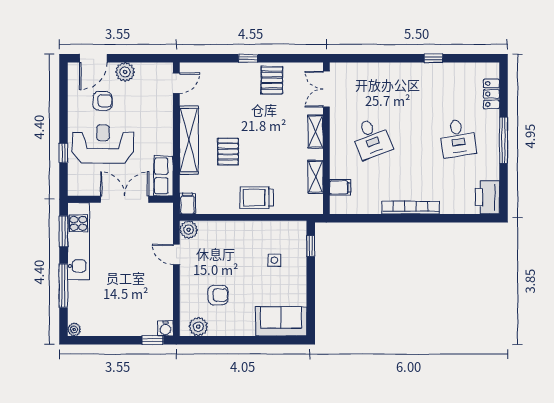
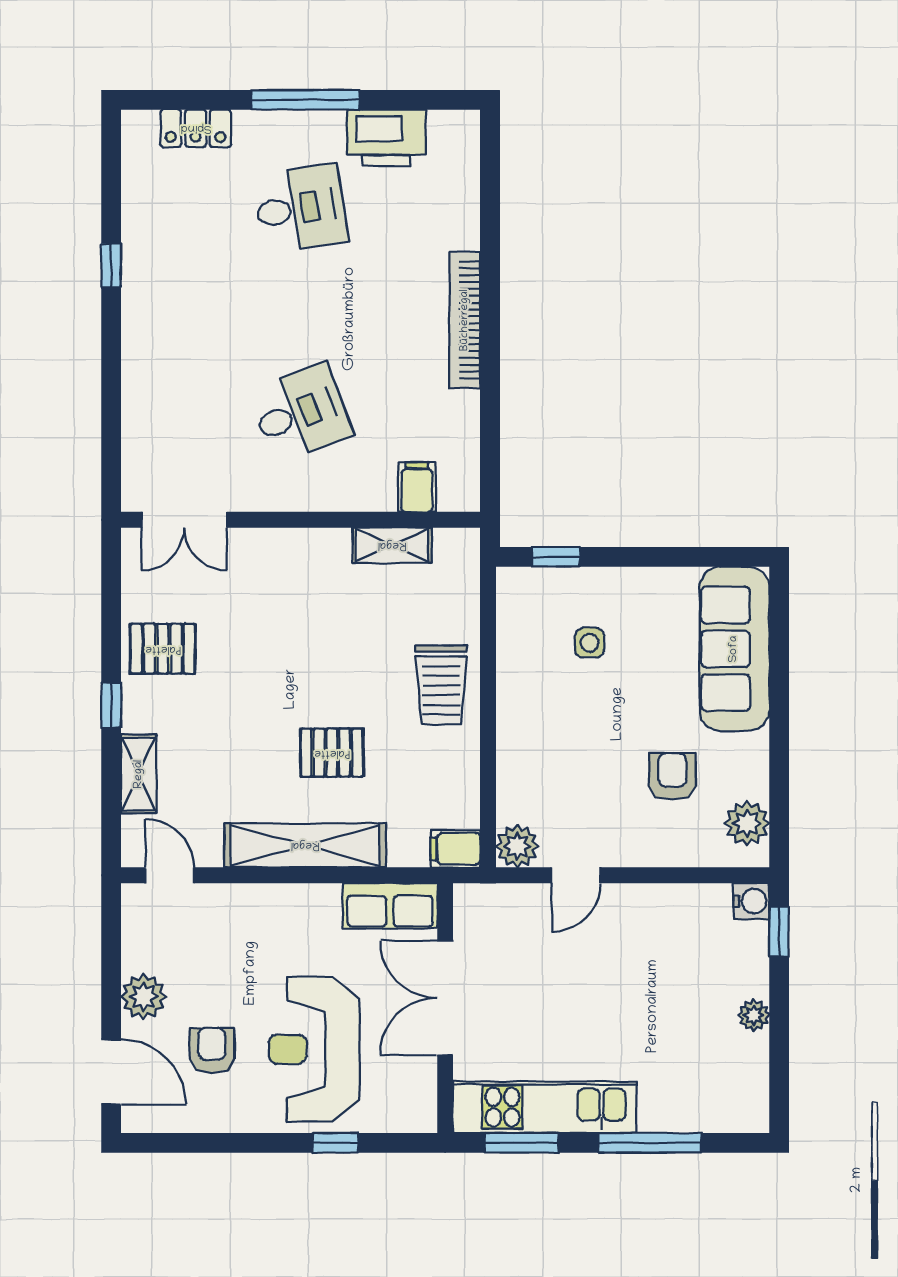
shelving: (316, 131) -> (139, 774), moved, turned 90
printer: (487, 197) -> (386, 138), moved
sofa: (281, 321) -> (734, 649), width x1.36
plant: (74, 329) -> (754, 1015), moved

